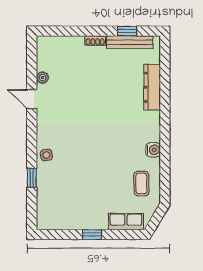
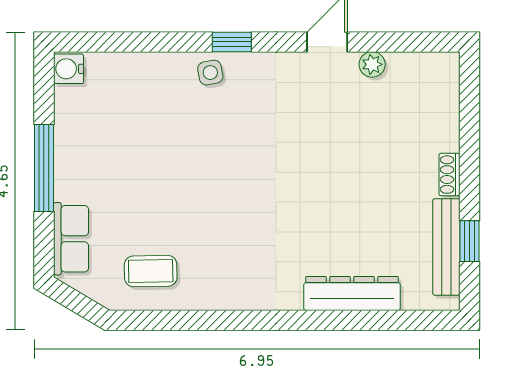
water cooler: (153, 150) -> (69, 69), moved, turned 90
window: (32, 178) -> (232, 42), moved
window: (92, 235) -> (44, 168), width x2.17

